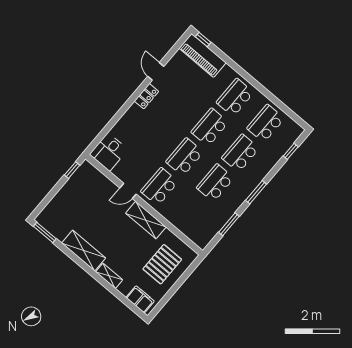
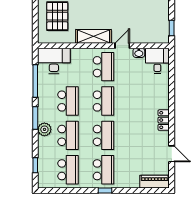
window: (203, 40) -> (105, 191), moved
piano: (203, 55) -> (155, 182), width x0.73, depth x0.75
door: (156, 71) -> (172, 154), moved
washbasin: (119, 173) -> (139, 53), added
plant: (256, 176) -> (44, 129), added
window: (229, 224) -> (35, 81), width x1.44
desk: (198, 228) -> (54, 61), added

